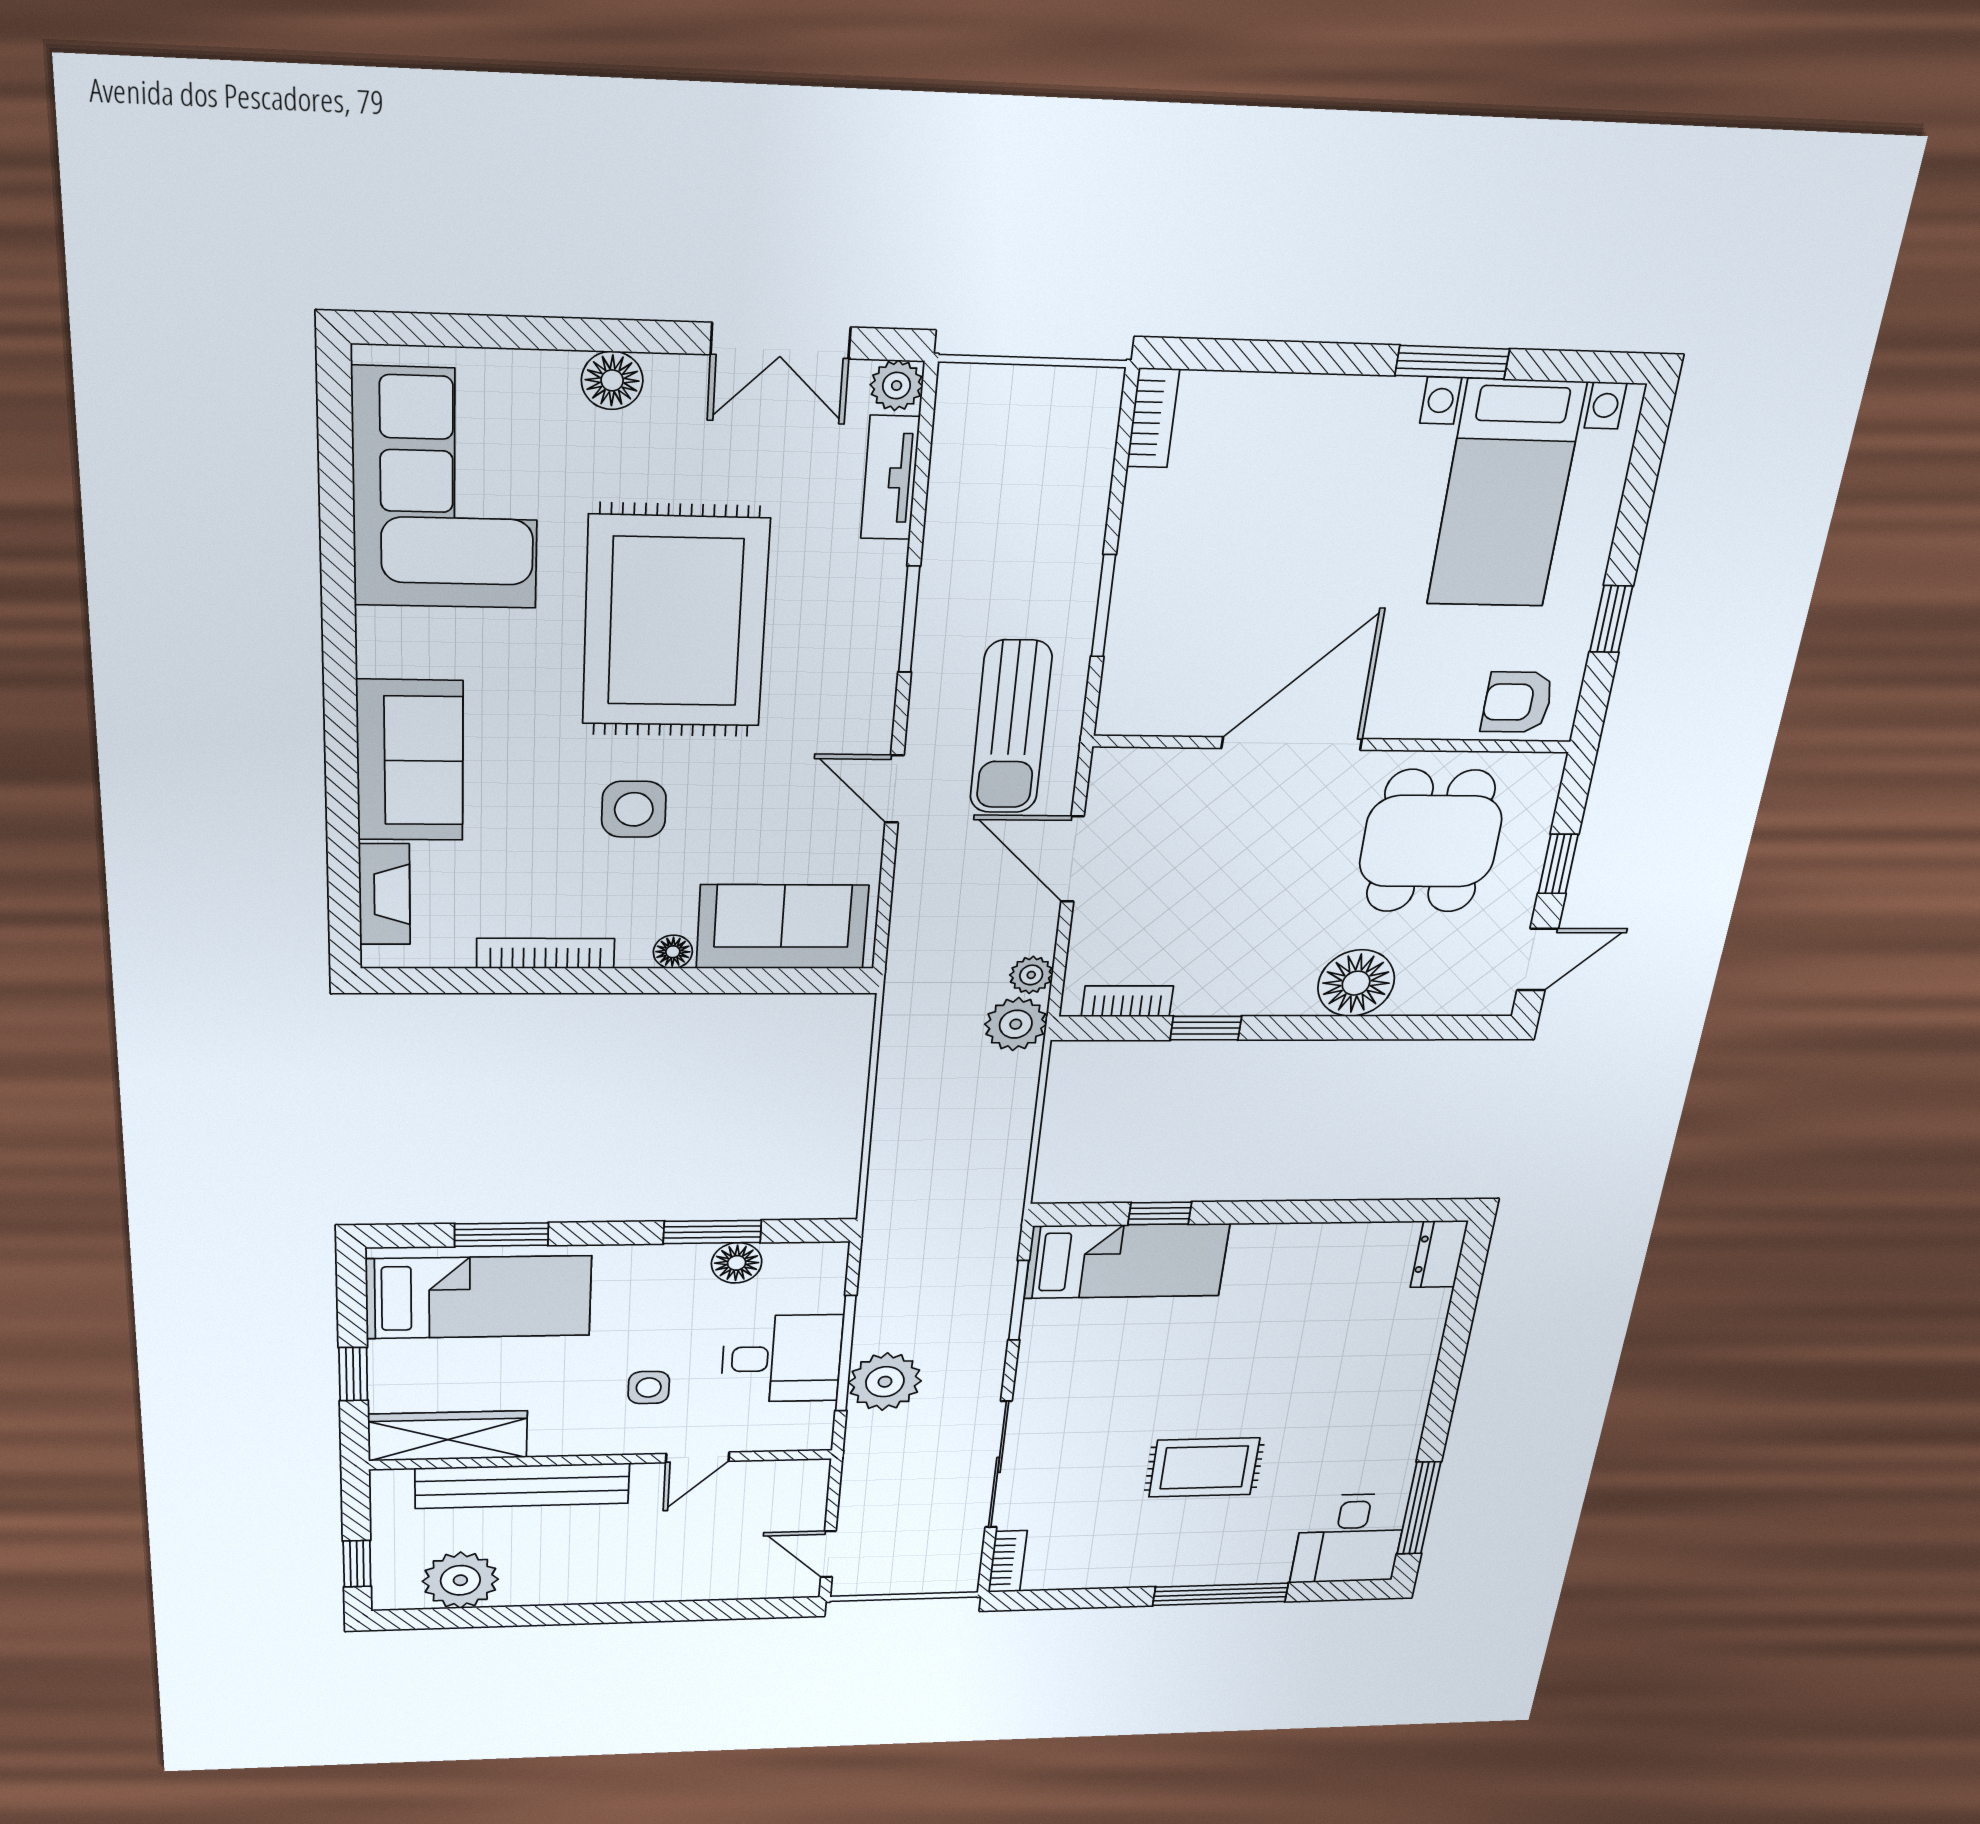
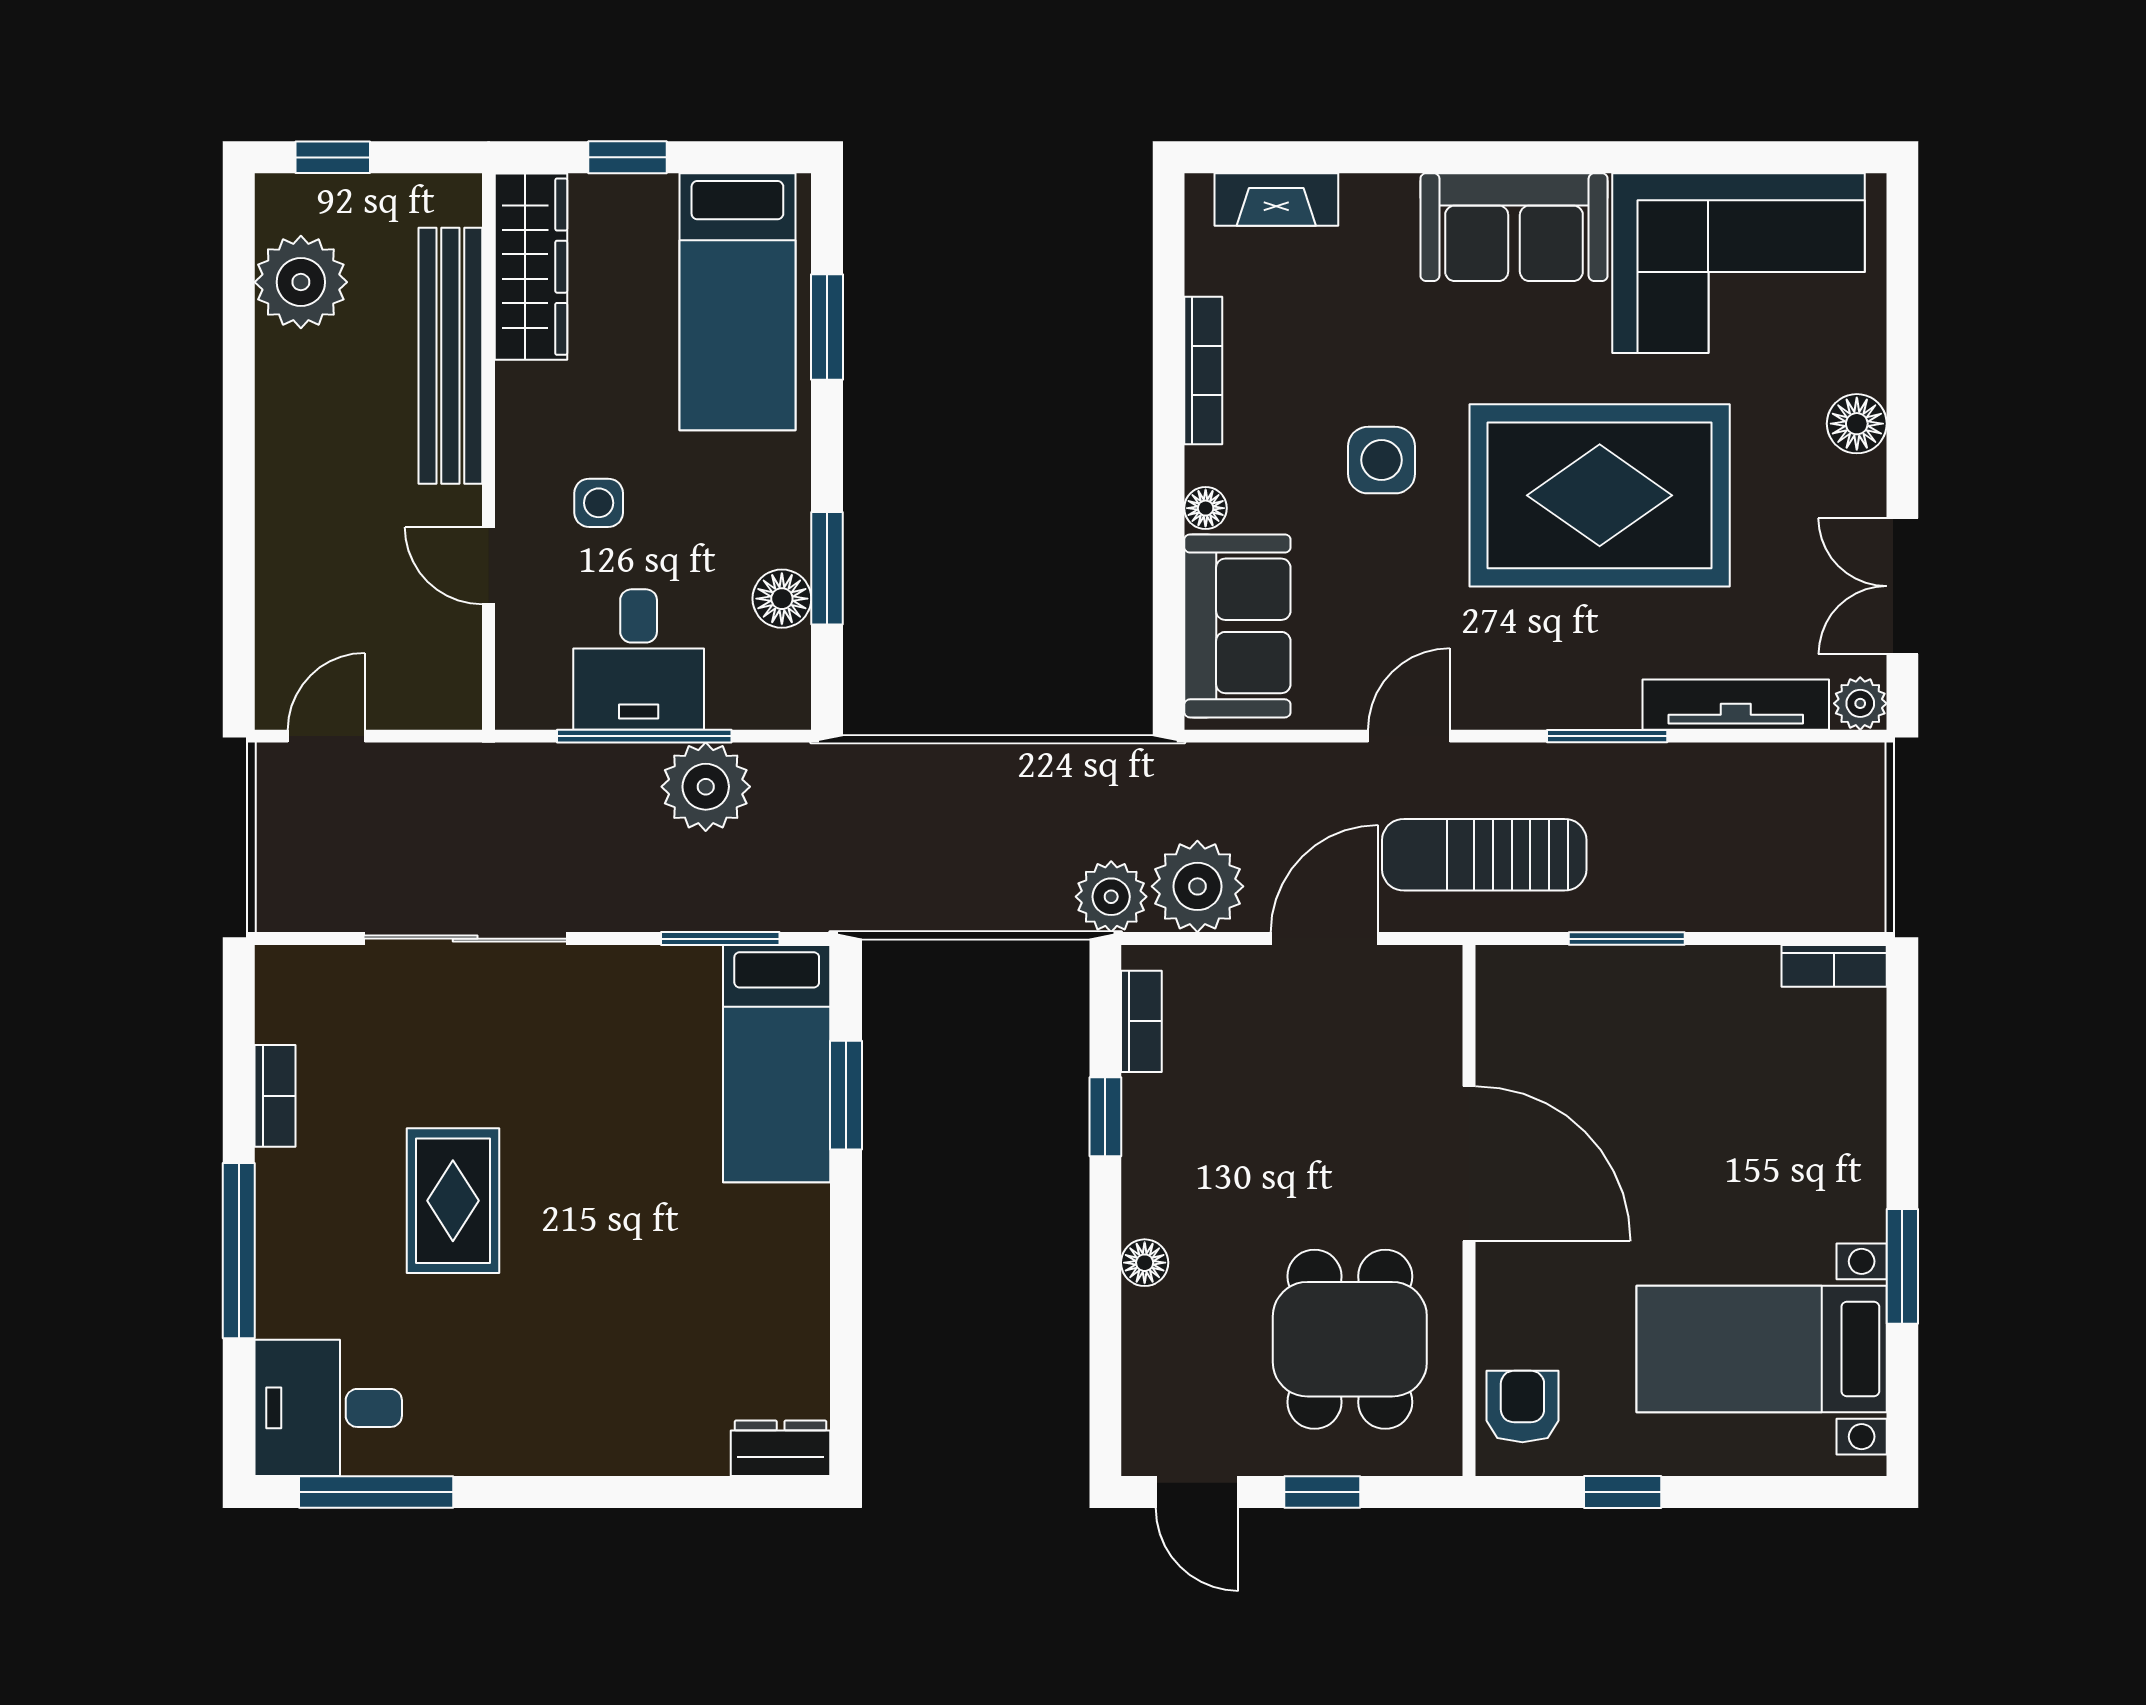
tv unit: (890, 478) -> (1736, 705), width x1.41
sofa: (410, 761) -> (1514, 227), moved
dining table: (1431, 841) -> (1350, 1339), turned 90
plant: (1031, 975) -> (1197, 886), width x1.88, depth x1.88
floor lamp: (1356, 983) -> (1145, 1263), width x0.53, depth x0.53
window: (1160, 1213) -> (846, 1095), width x1.50
plant: (885, 1382) -> (706, 787), moved
bookcase: (1008, 1562) -> (275, 1096), moved, turned -90

